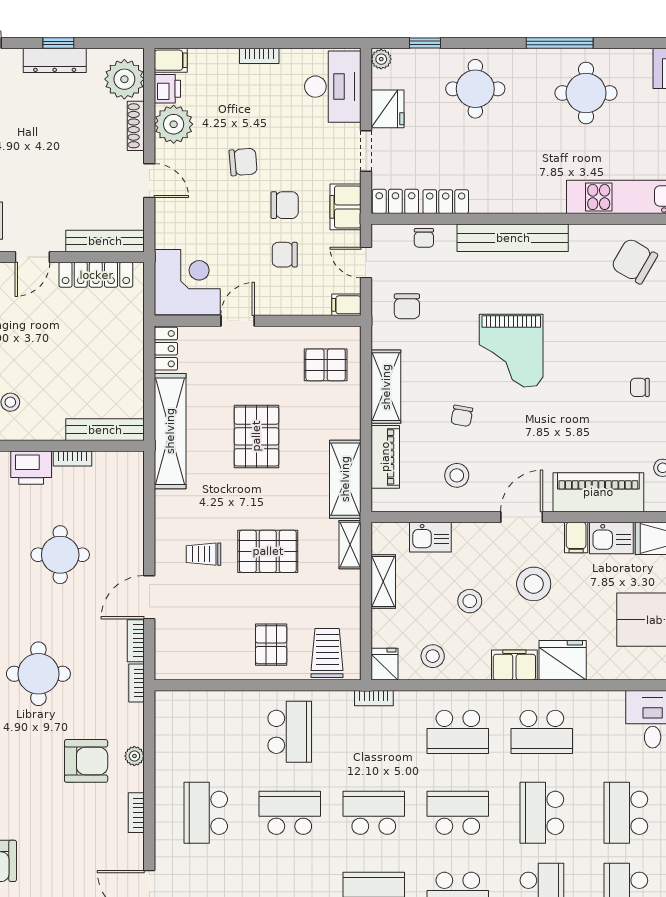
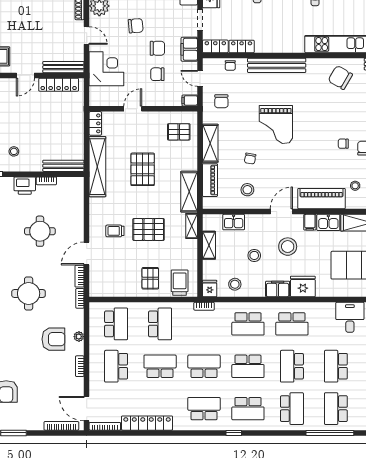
corner desk: (187, 282) -> (106, 69), moved
school desk: (206, 732) -> (116, 324), added
school desk: (458, 813) -> (248, 366), turned 180

